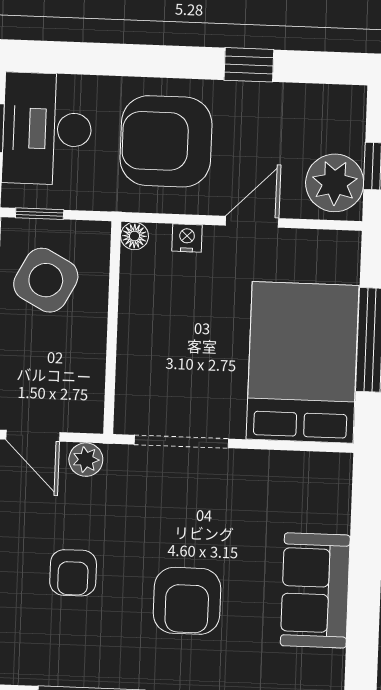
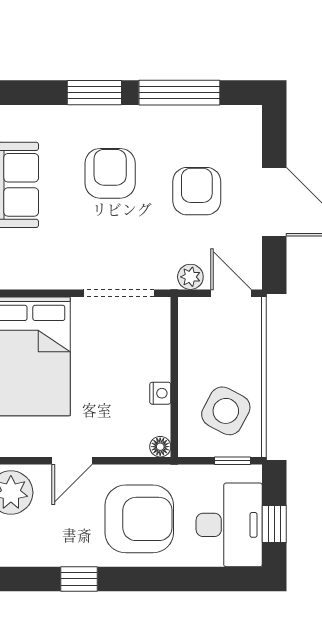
nightstand: (187, 238) -> (160, 393), moved, turned -90
armchair: (73, 573) -> (197, 191), width x1.38, depth x1.38

